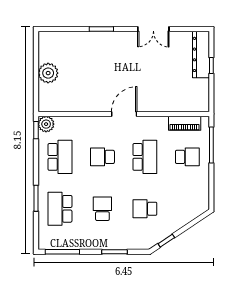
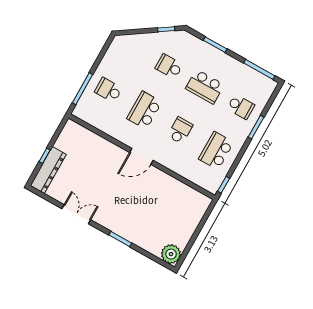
plant: (48, 73) -> (171, 254), moved
piano: (185, 123) -> (95, 120), removed
plant: (46, 124) -> (212, 185), removed
school desk: (102, 157) -> (180, 130), turned -90
school desk: (60, 209) -> (241, 107), width x0.54
school desk: (102, 209) -> (205, 87), width x1.85
school desk: (145, 209) -> (169, 66), turned 180

